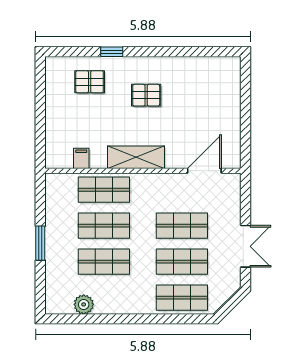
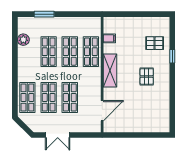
pallet: (90, 82) -> (155, 43), turned 90
door: (204, 171) -> (102, 111), hinge flipped
window: (40, 243) -> (44, 14), moved

